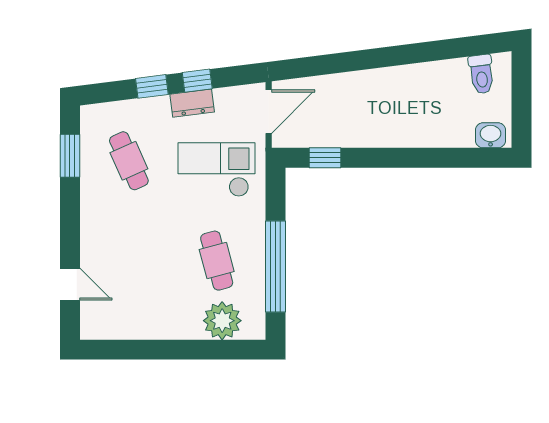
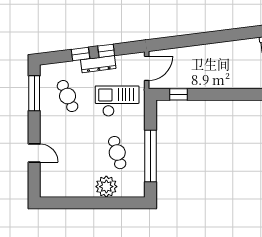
dresser: (192, 103) -> (98, 64), width x1.44
window: (70, 156) -> (34, 93), width x1.44
door: (70, 284) -> (34, 153), moved
plant: (222, 321) -> (106, 187), moved

